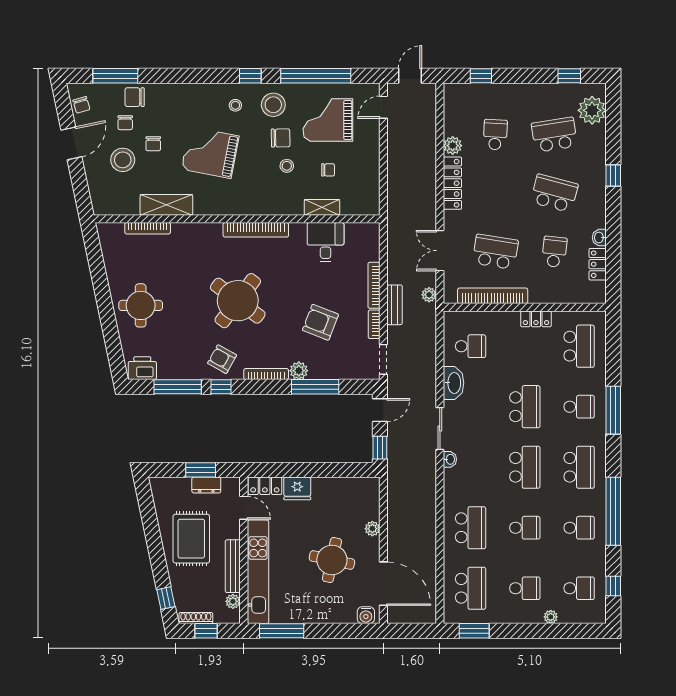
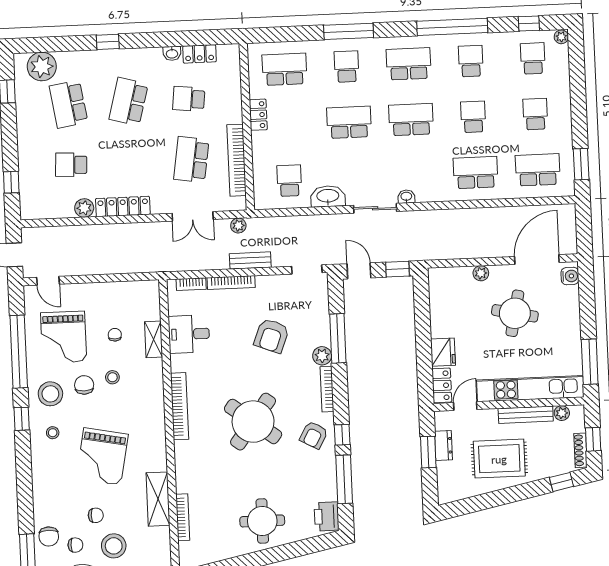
bookcase: (374, 324) -> (191, 284), moved
plant: (551, 617) -> (561, 37), moved

